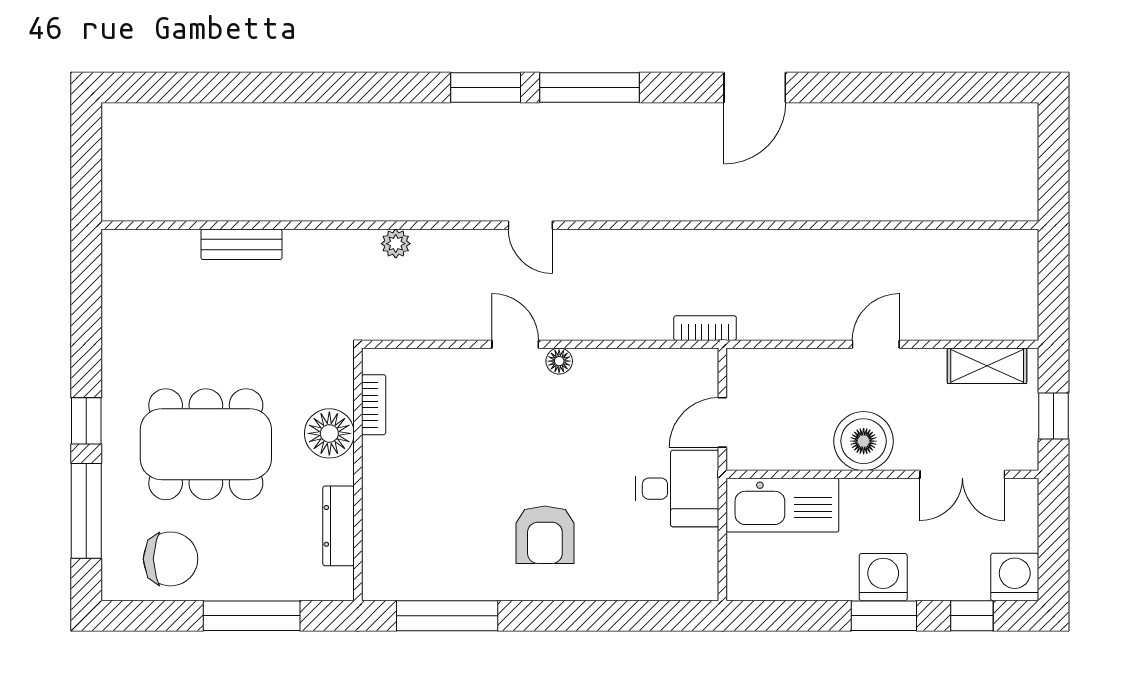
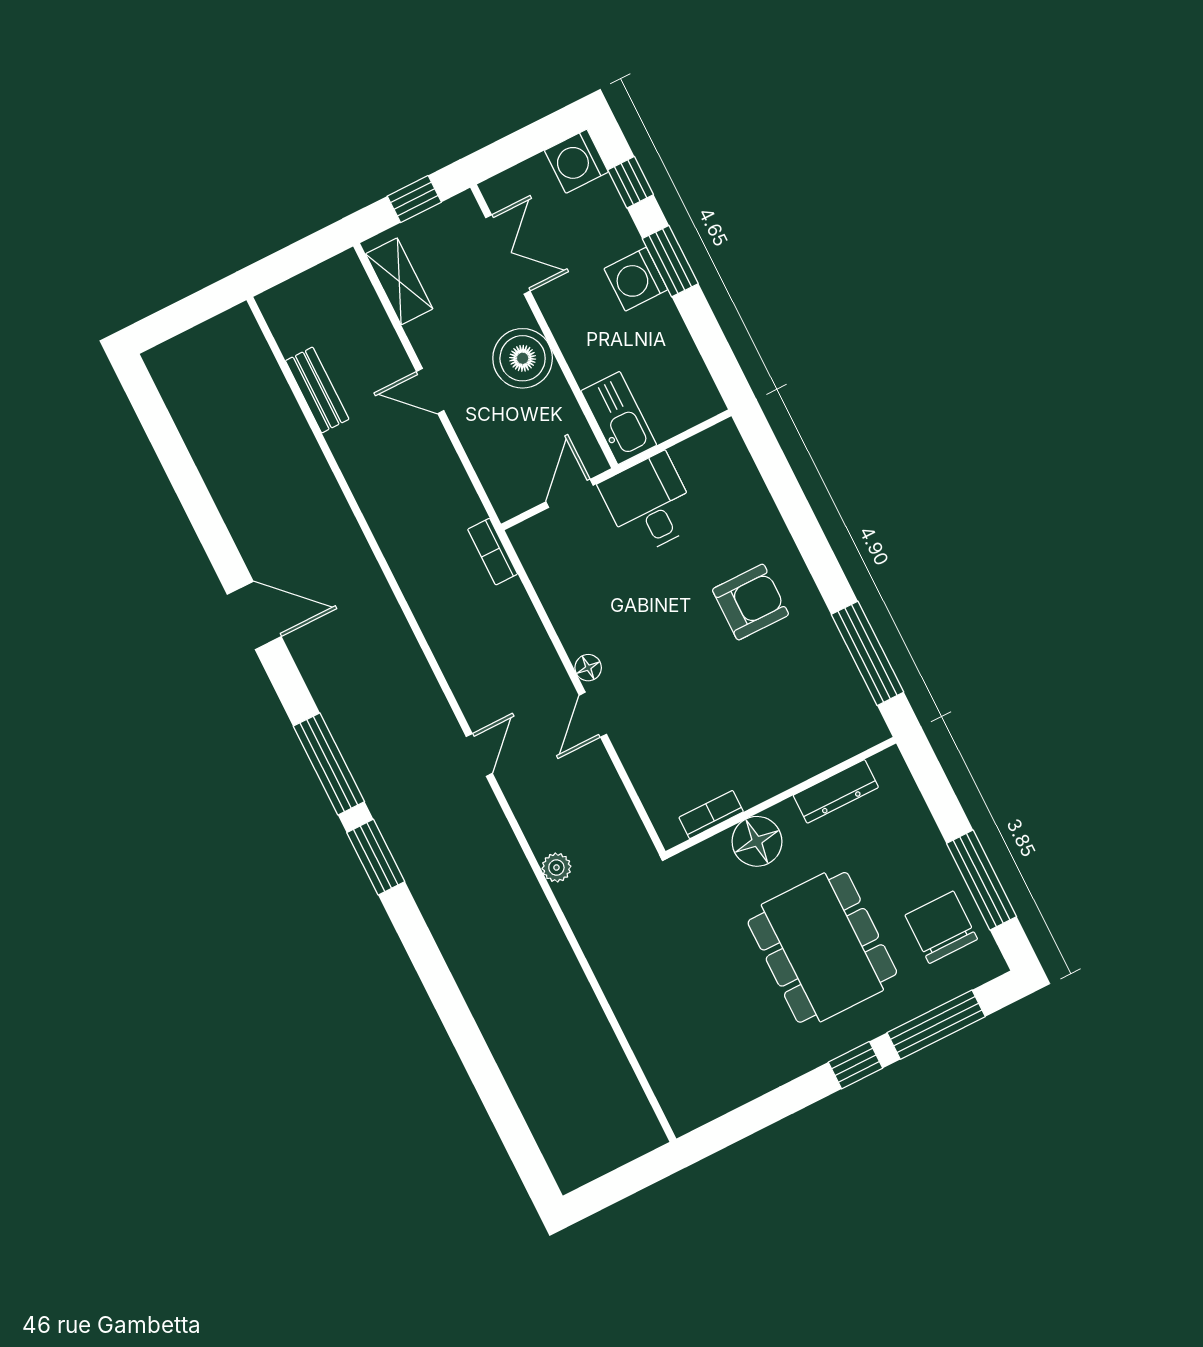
bench: (241, 244) -> (317, 390), moved
door: (722, 422) -> (570, 493), swing flipped
kitchen sink: (782, 505) -> (619, 418), width x0.73, depth x0.81
window: (252, 616) -> (982, 880), moved

